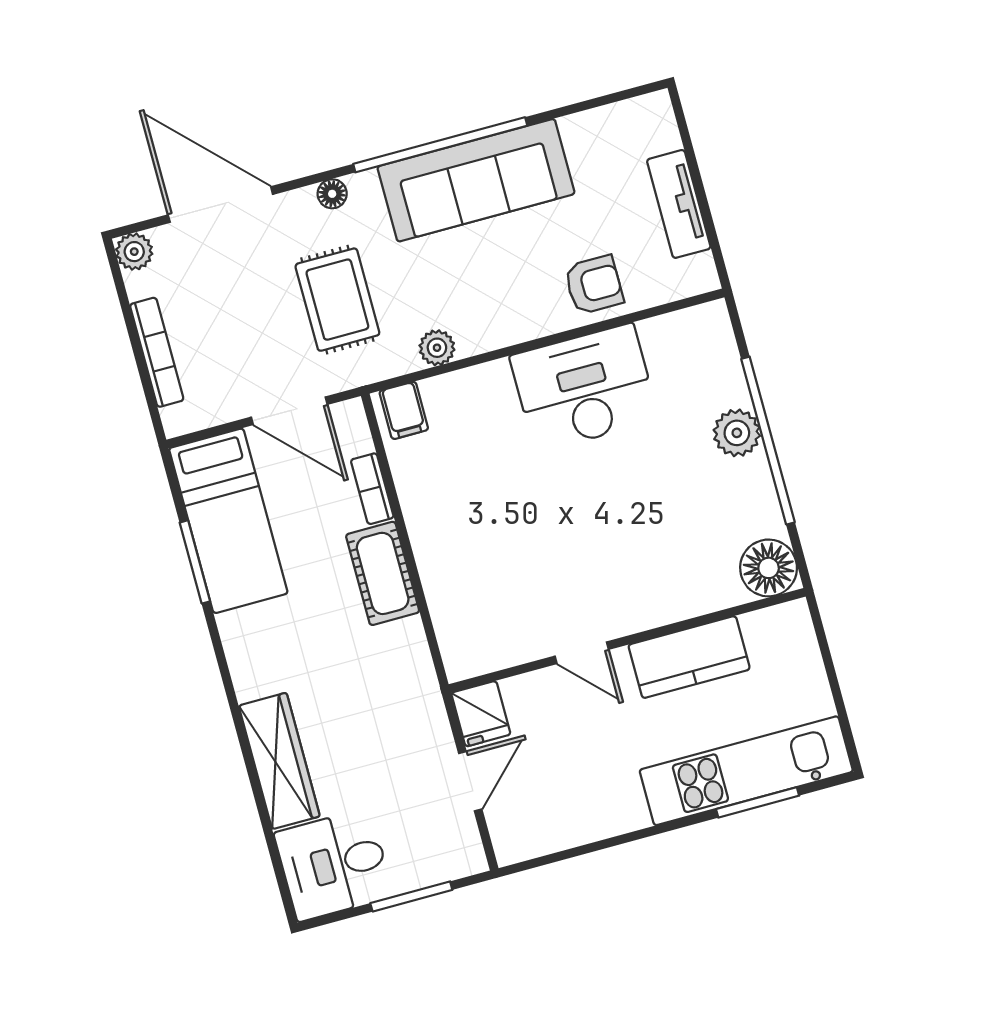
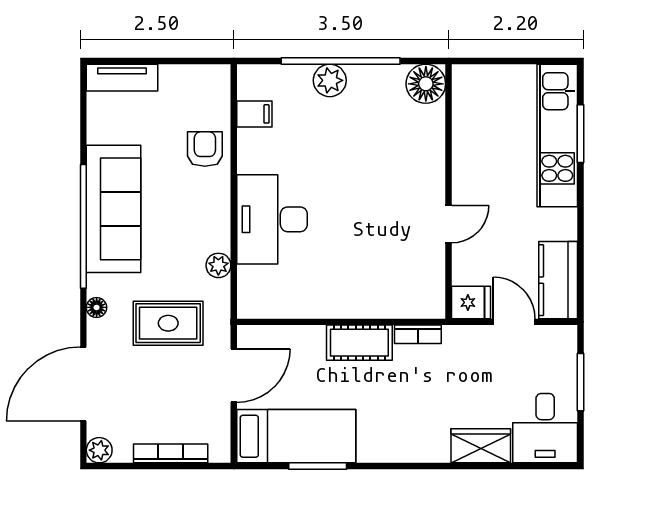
tv unit: (679, 204) -> (122, 78), moved
desk: (584, 388) -> (272, 219), moved
filing cabinet: (404, 410) -> (254, 114), moved
bookcase: (372, 489) -> (418, 334), moved
kitchen counter: (689, 657) -> (558, 280), moved, turned 180
wardrobe: (279, 761) -> (481, 446), width x0.67

